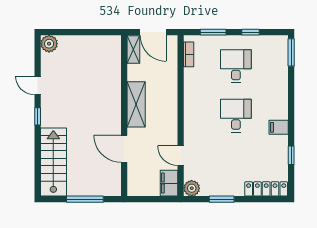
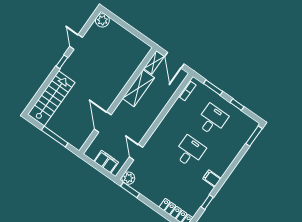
shelving: (136, 104) -> (138, 88), moved
filing cabinet: (169, 183) -> (106, 162), moved, turned 90
window: (222, 199) -> (130, 190), moved

